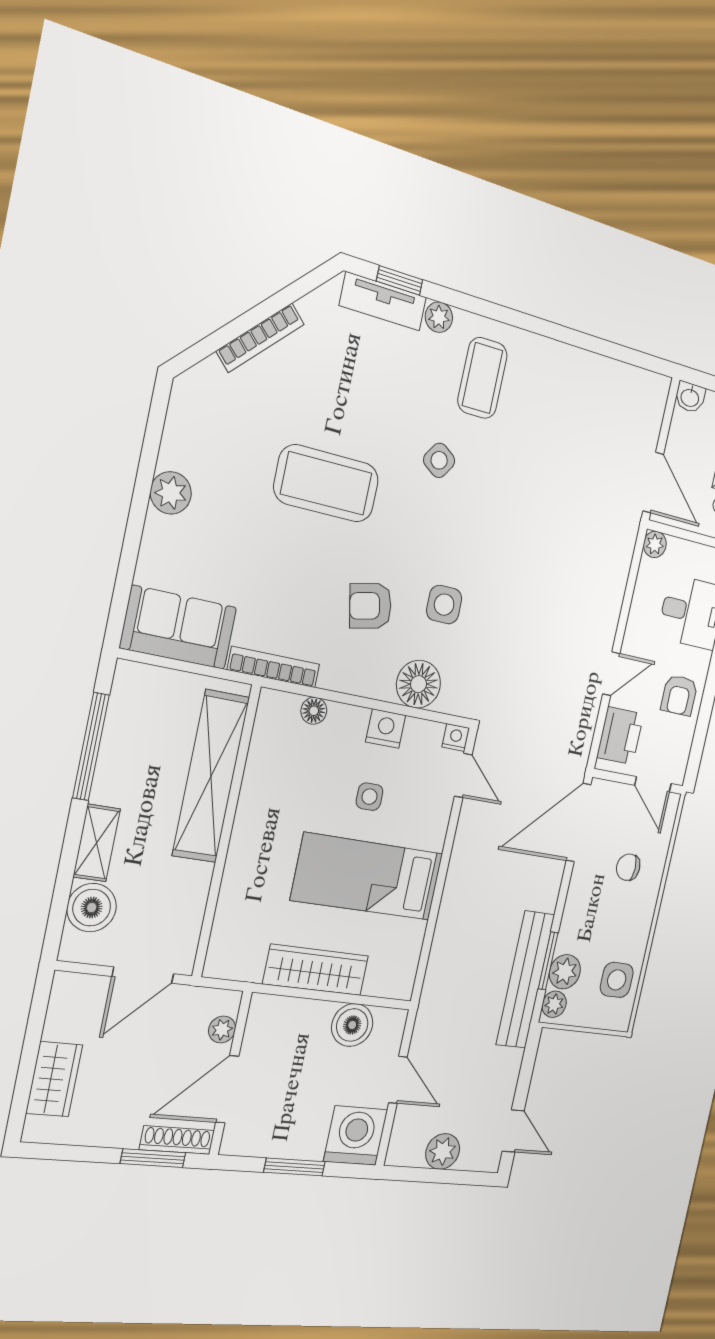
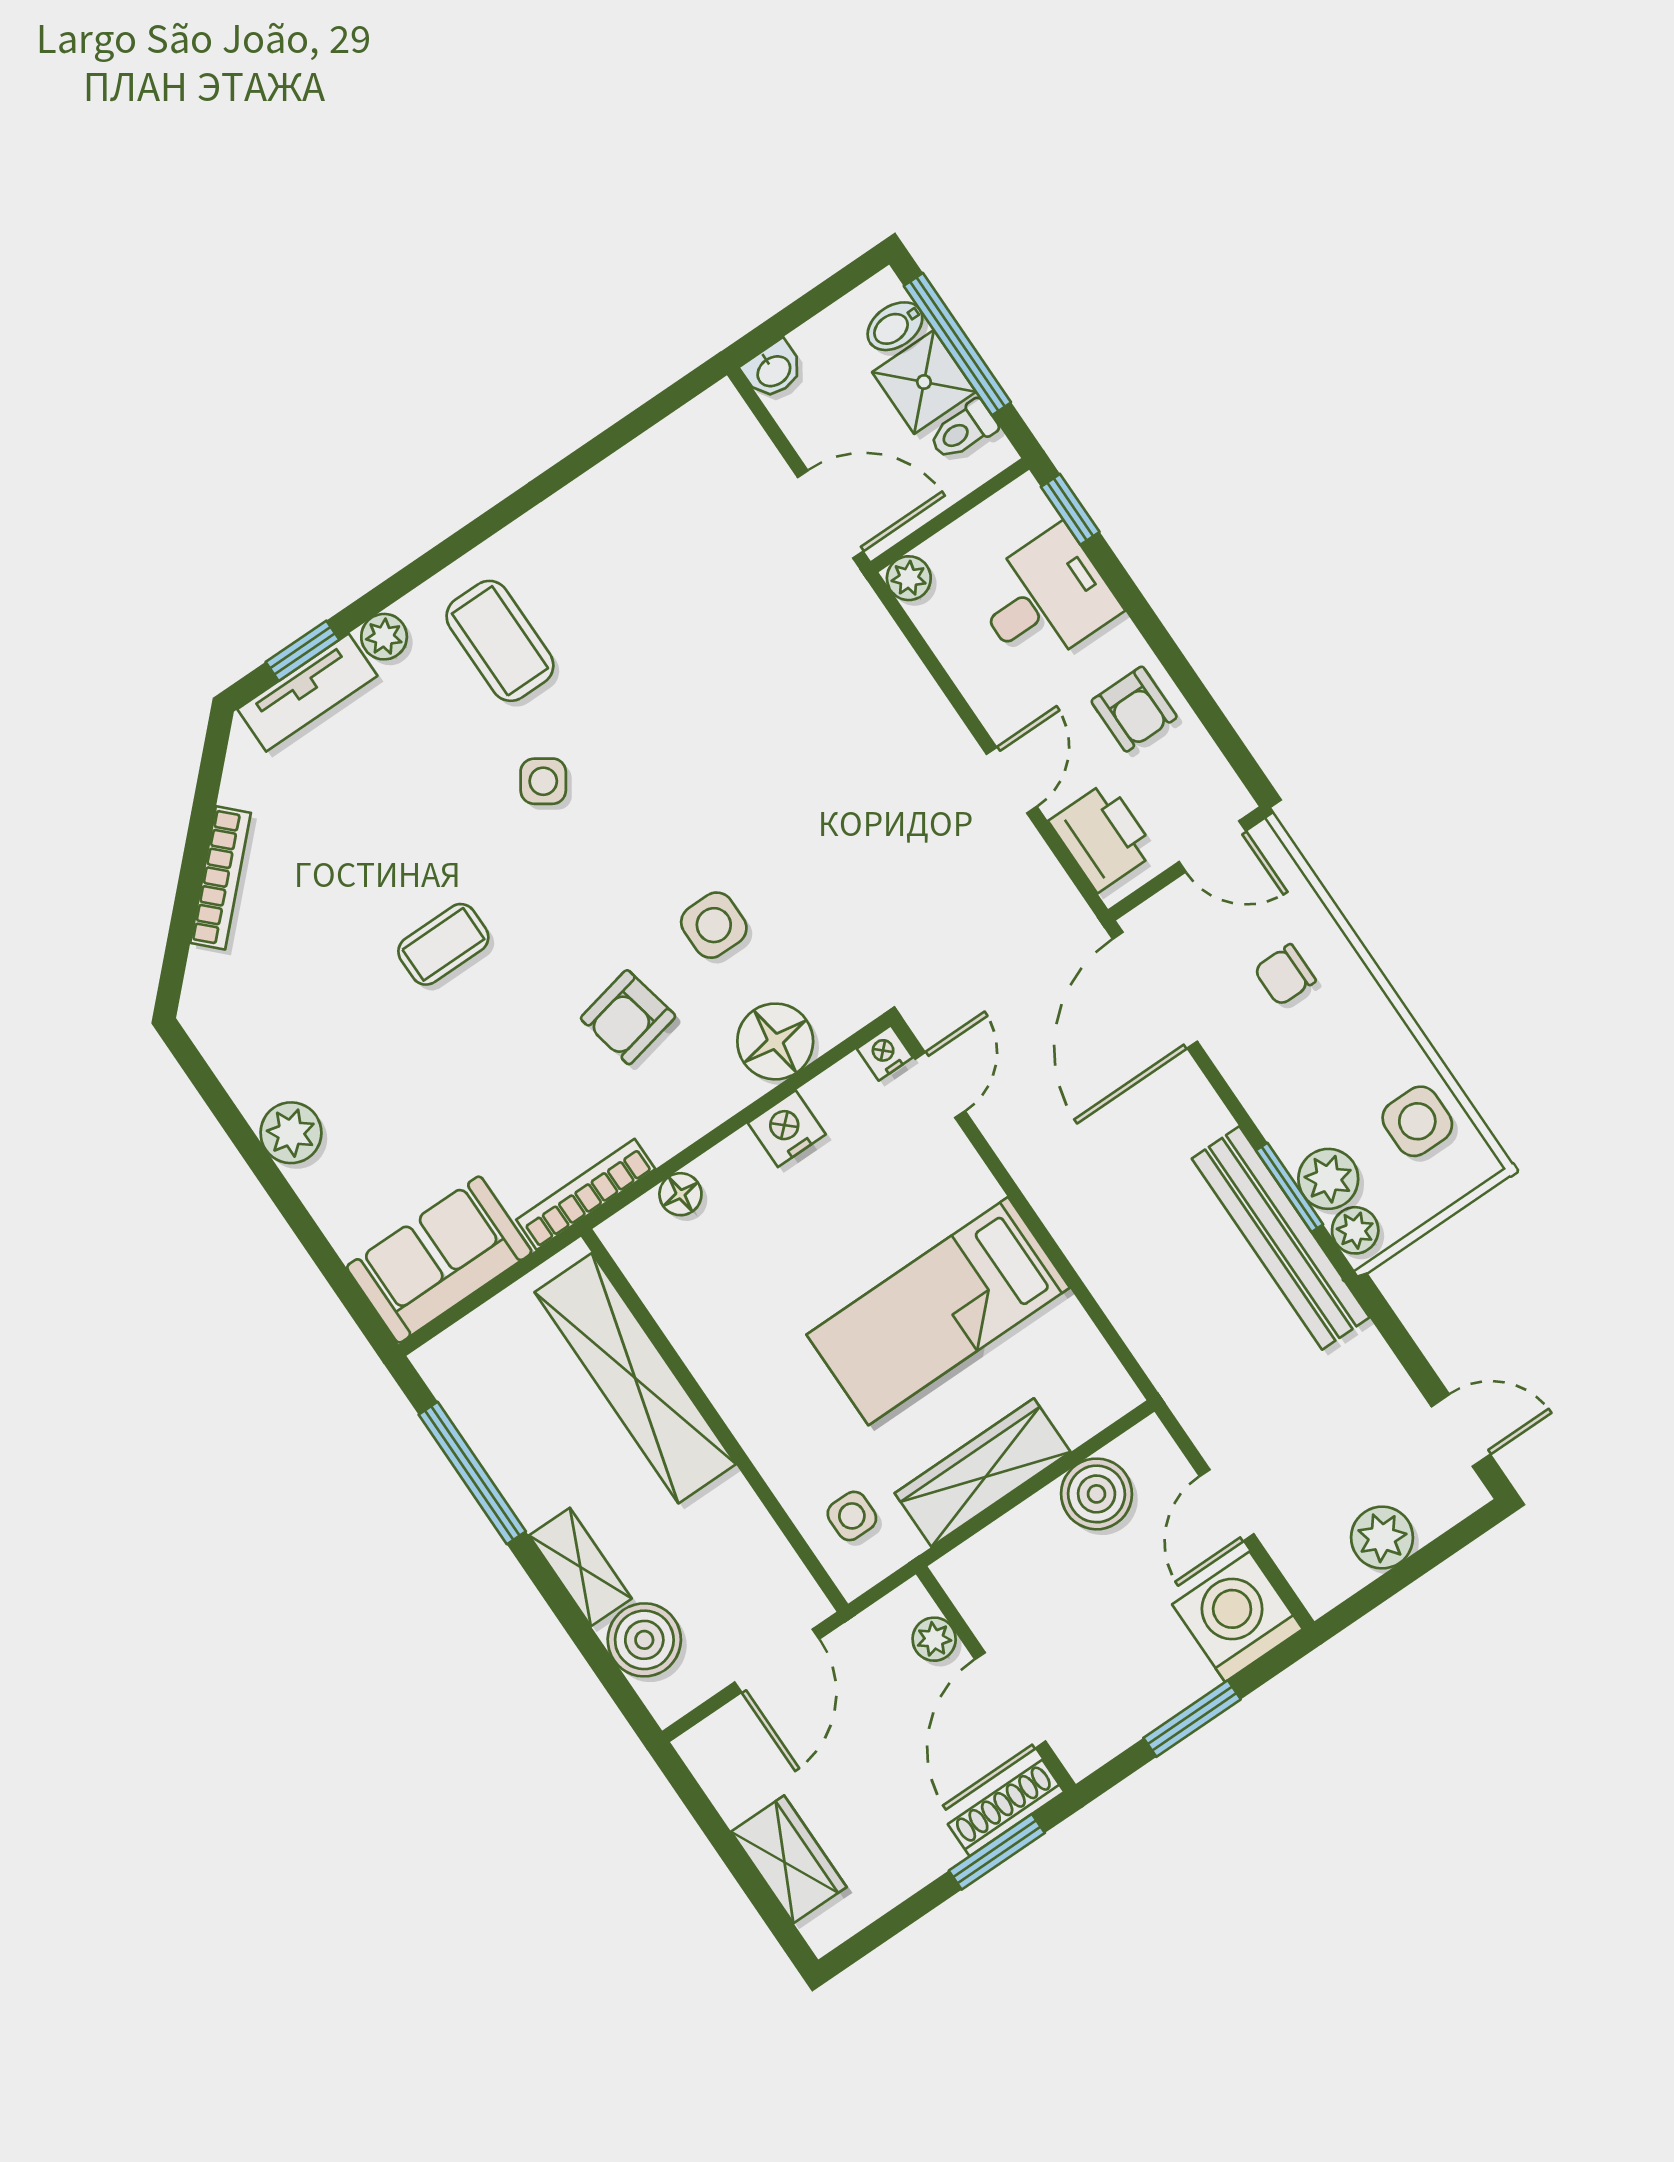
coffee table: (326, 484) -> (443, 944), width x0.54, depth x0.58
door: (463, 775) -> (940, 1085), hinge flipped
side table: (370, 797) -> (852, 1516), moved
door: (398, 1080) -> (1227, 1505), swing flipped

